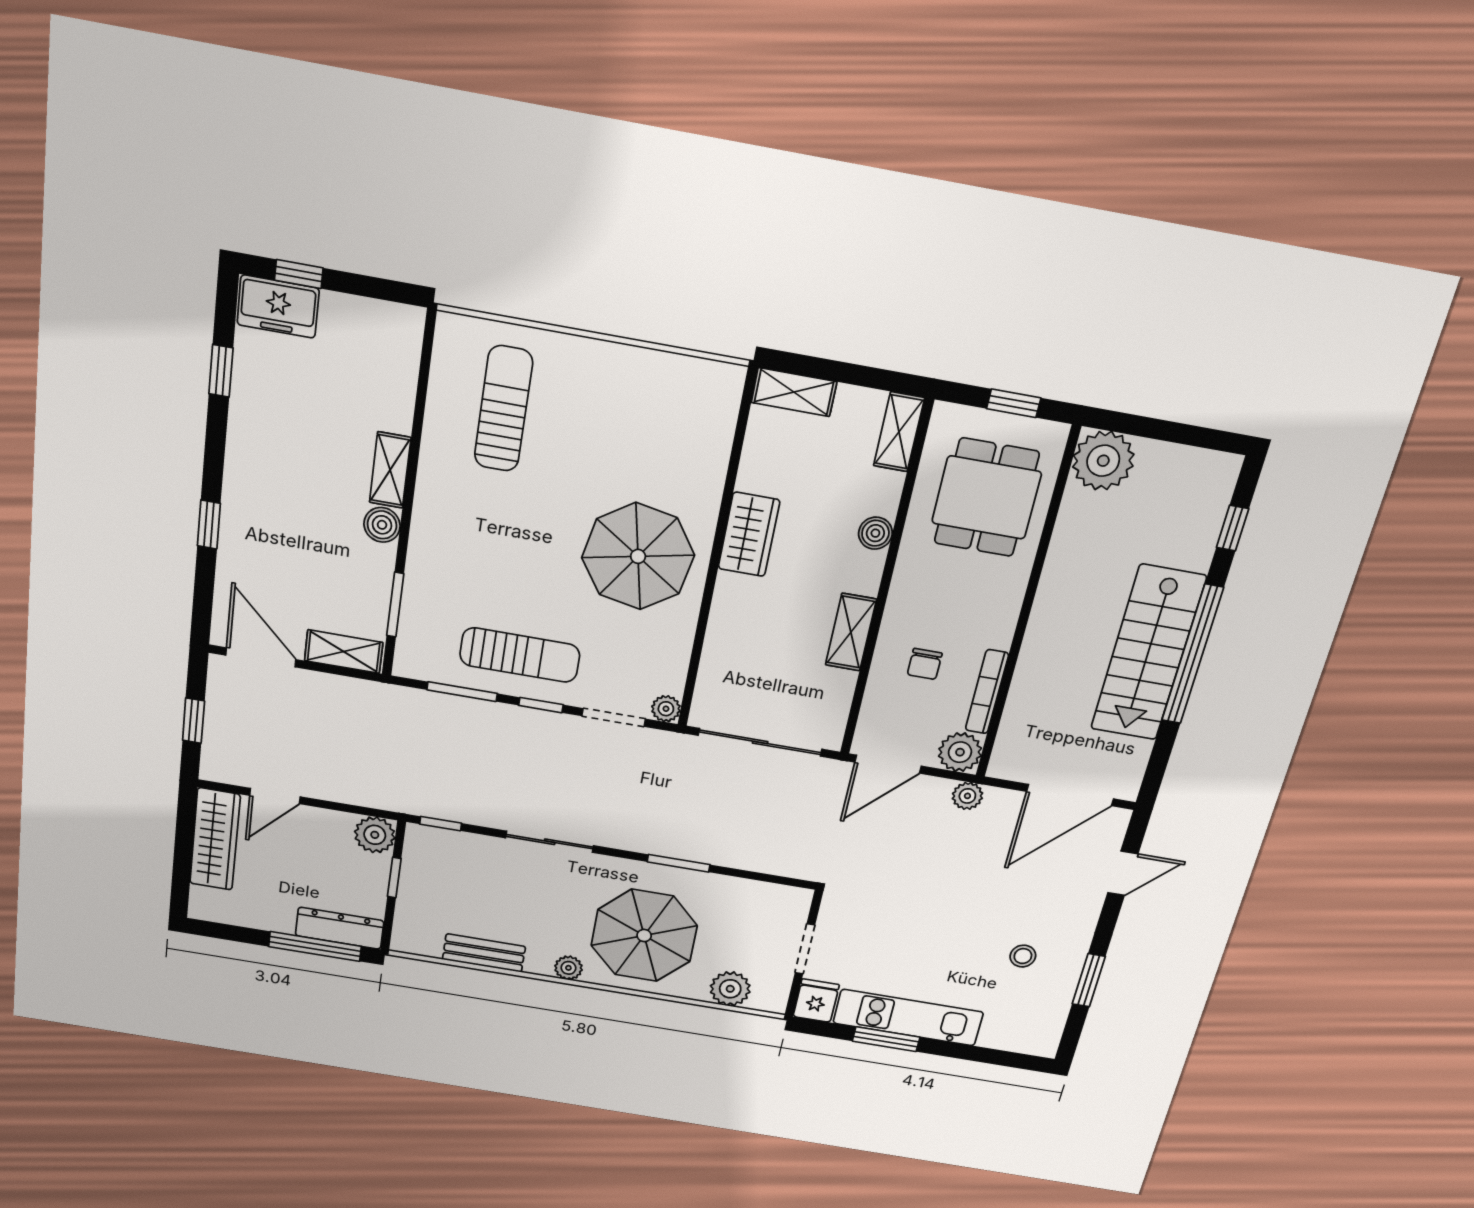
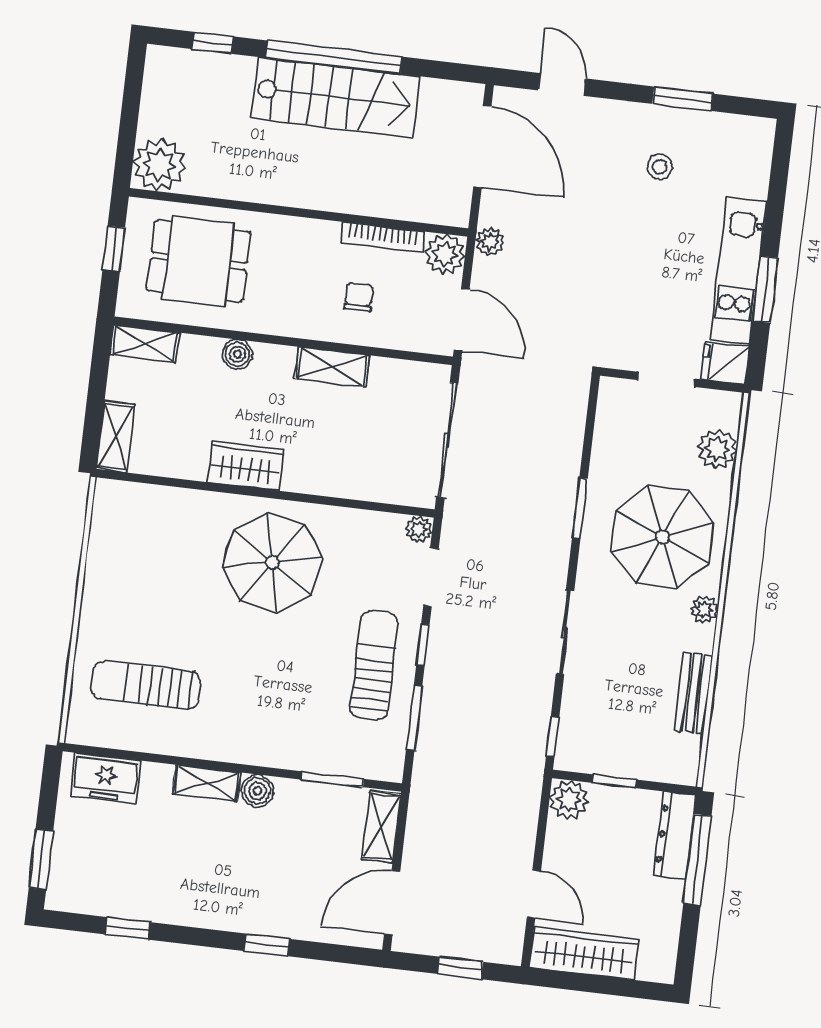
window: (299, 274) -> (41, 859), width x1.50
freezer: (278, 307) -> (105, 778), moved, turned 90
chair: (925, 664) -> (359, 297), turned -90

